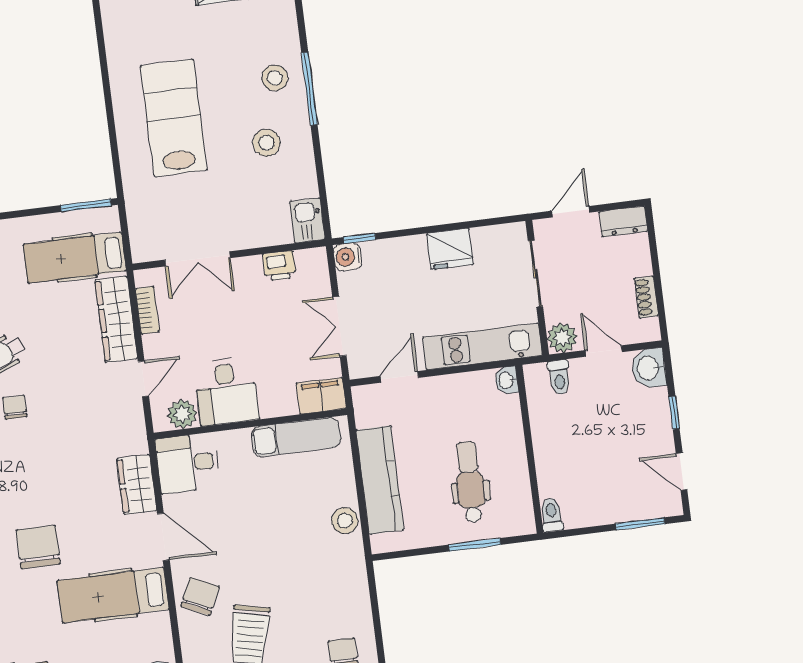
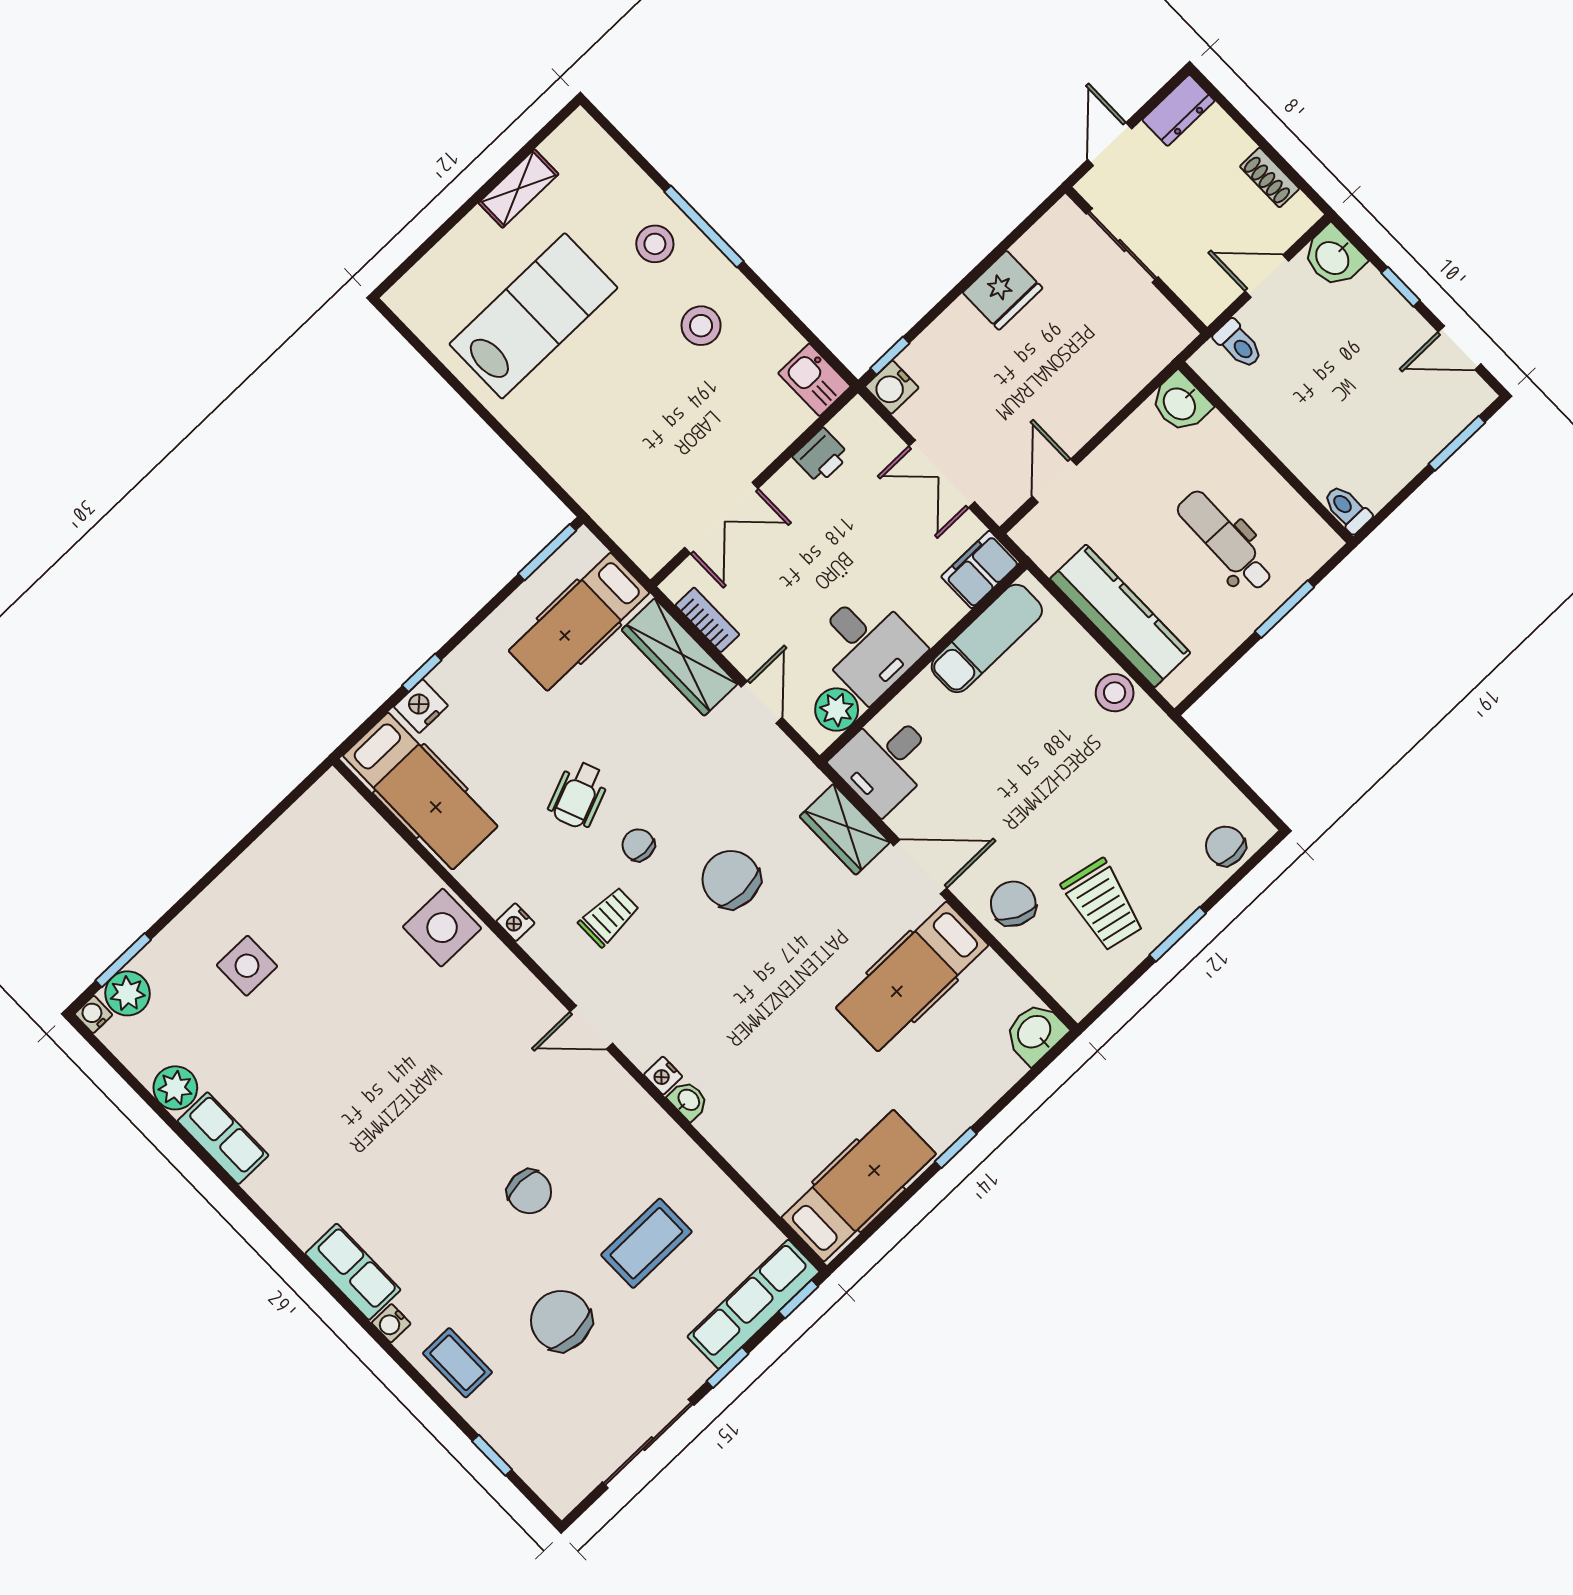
lab bench: (174, 118) -> (533, 316), moved, turned 90
plant: (562, 338) -> (1208, 296), removed
kitchen unit: (482, 346) -> (1124, 375), removed
washbasin: (506, 380) -> (1180, 403), width x1.38, depth x1.45
chair: (38, 547) -> (731, 879), moved

